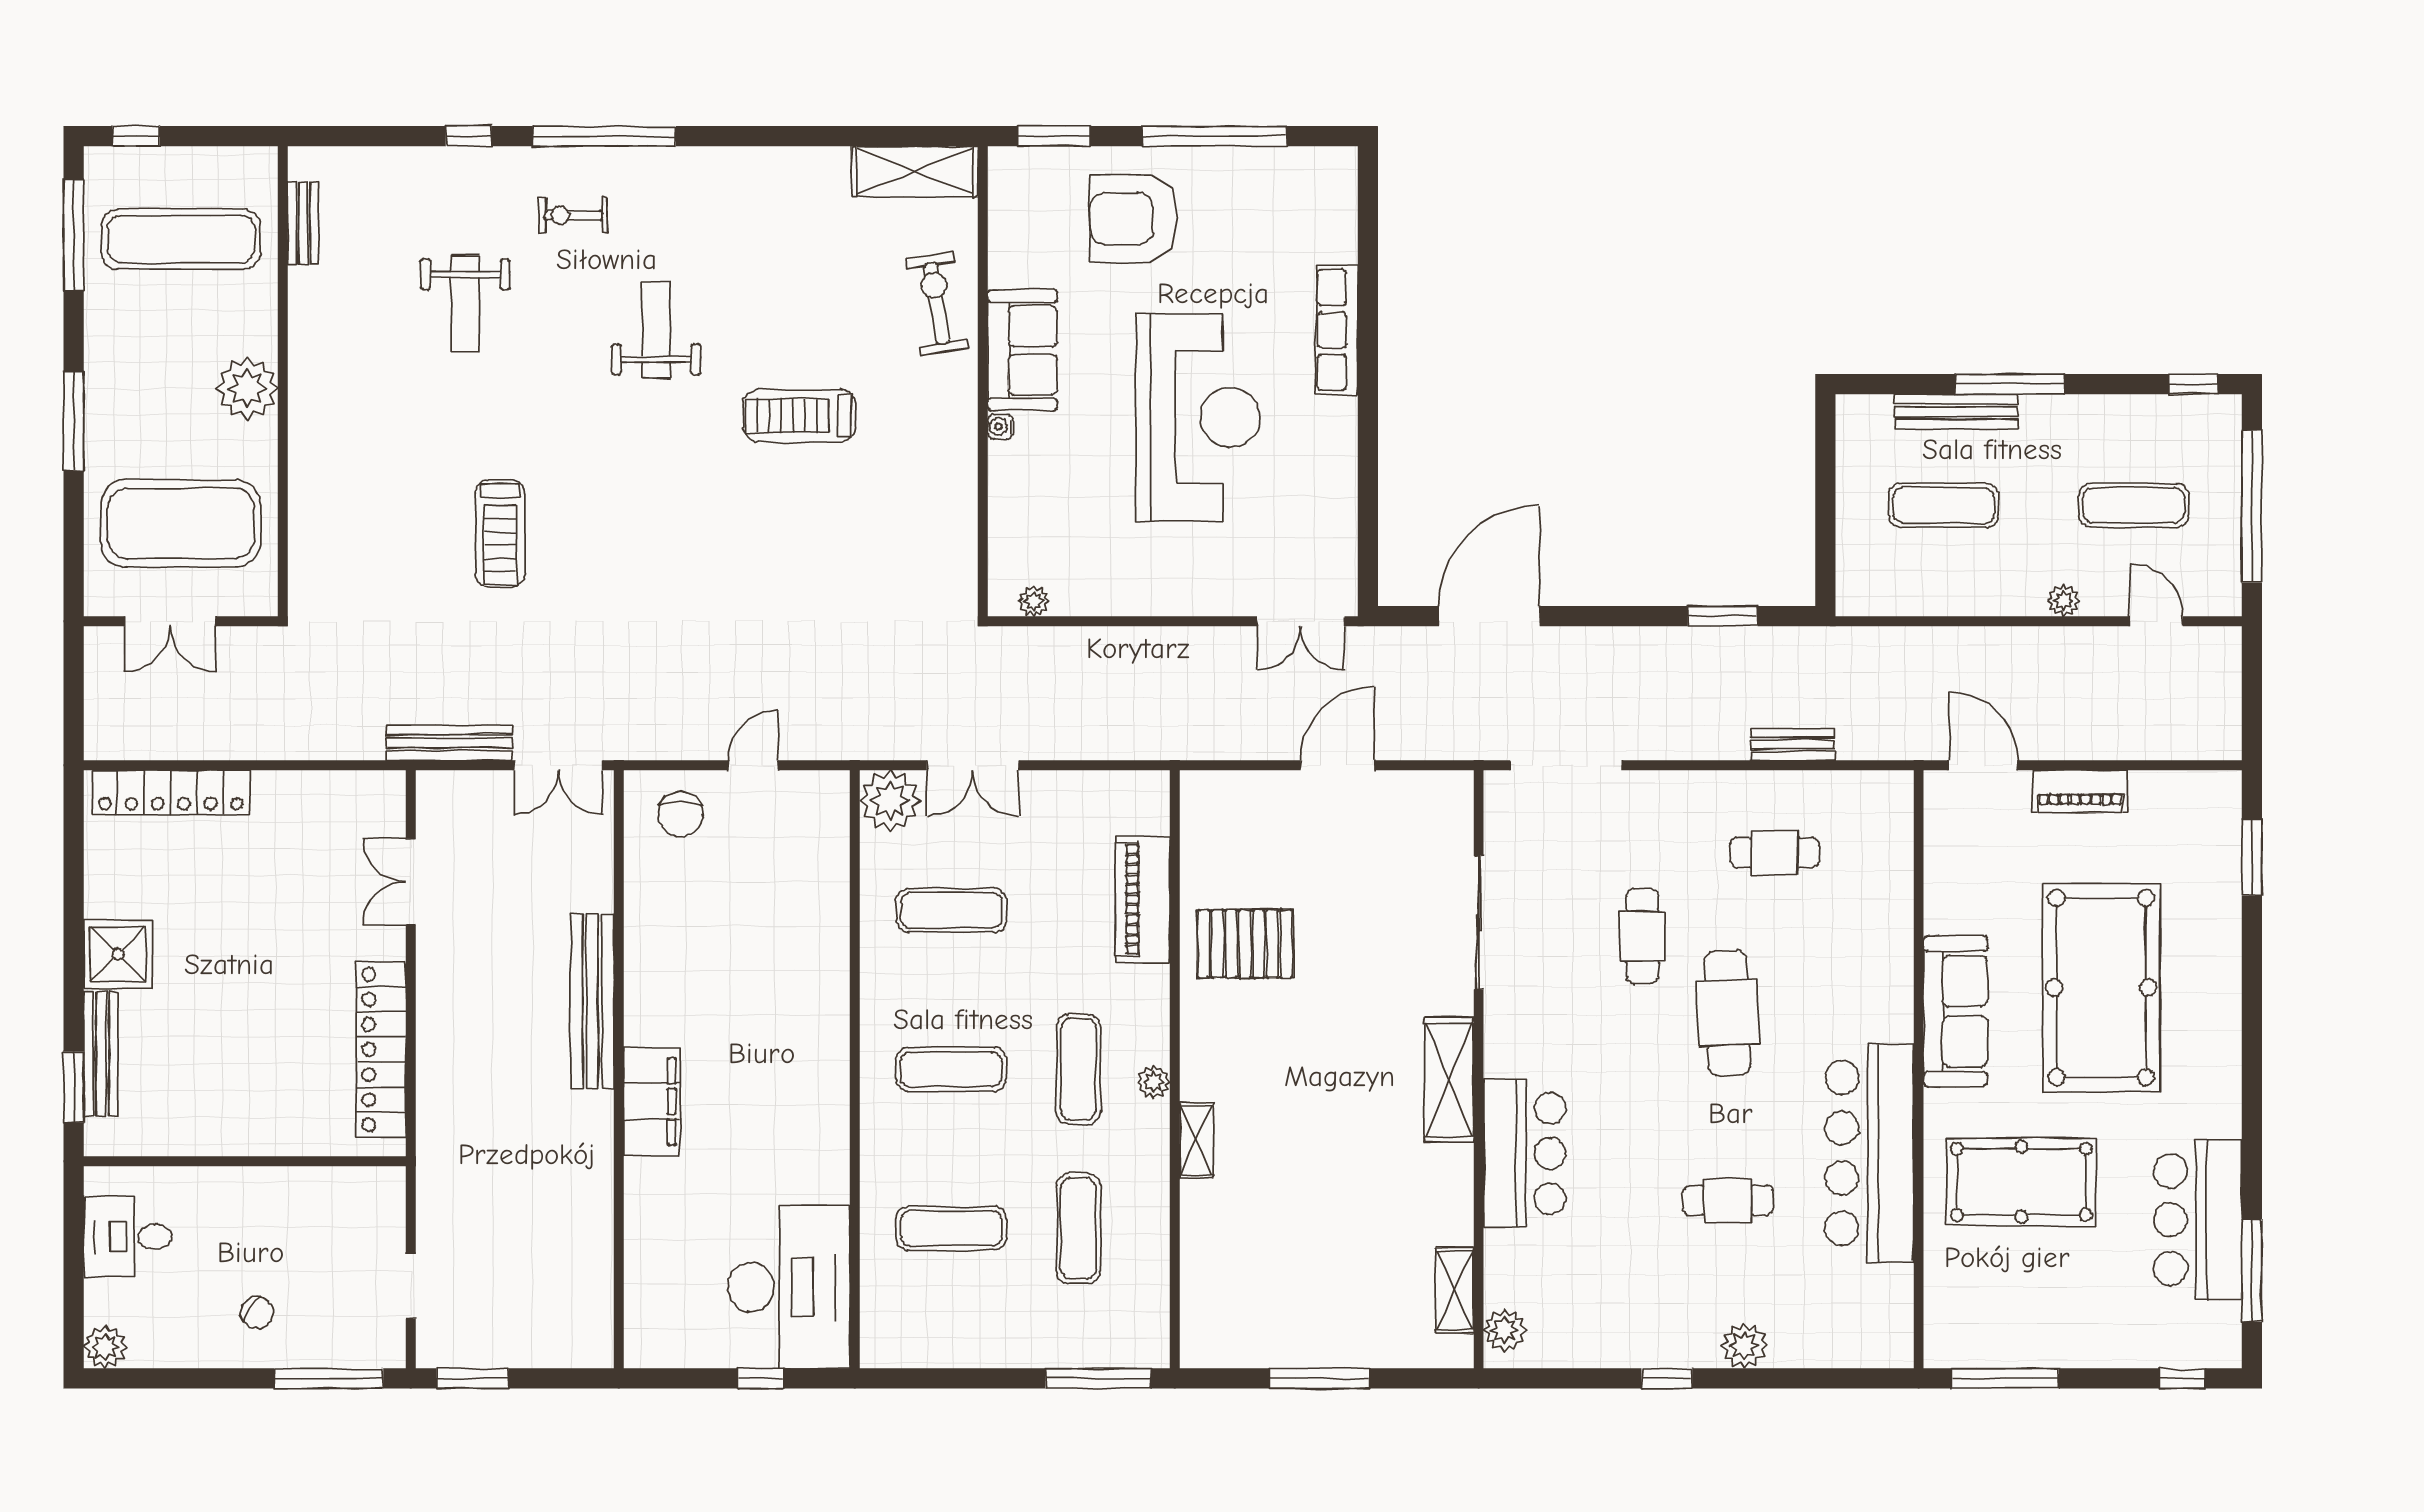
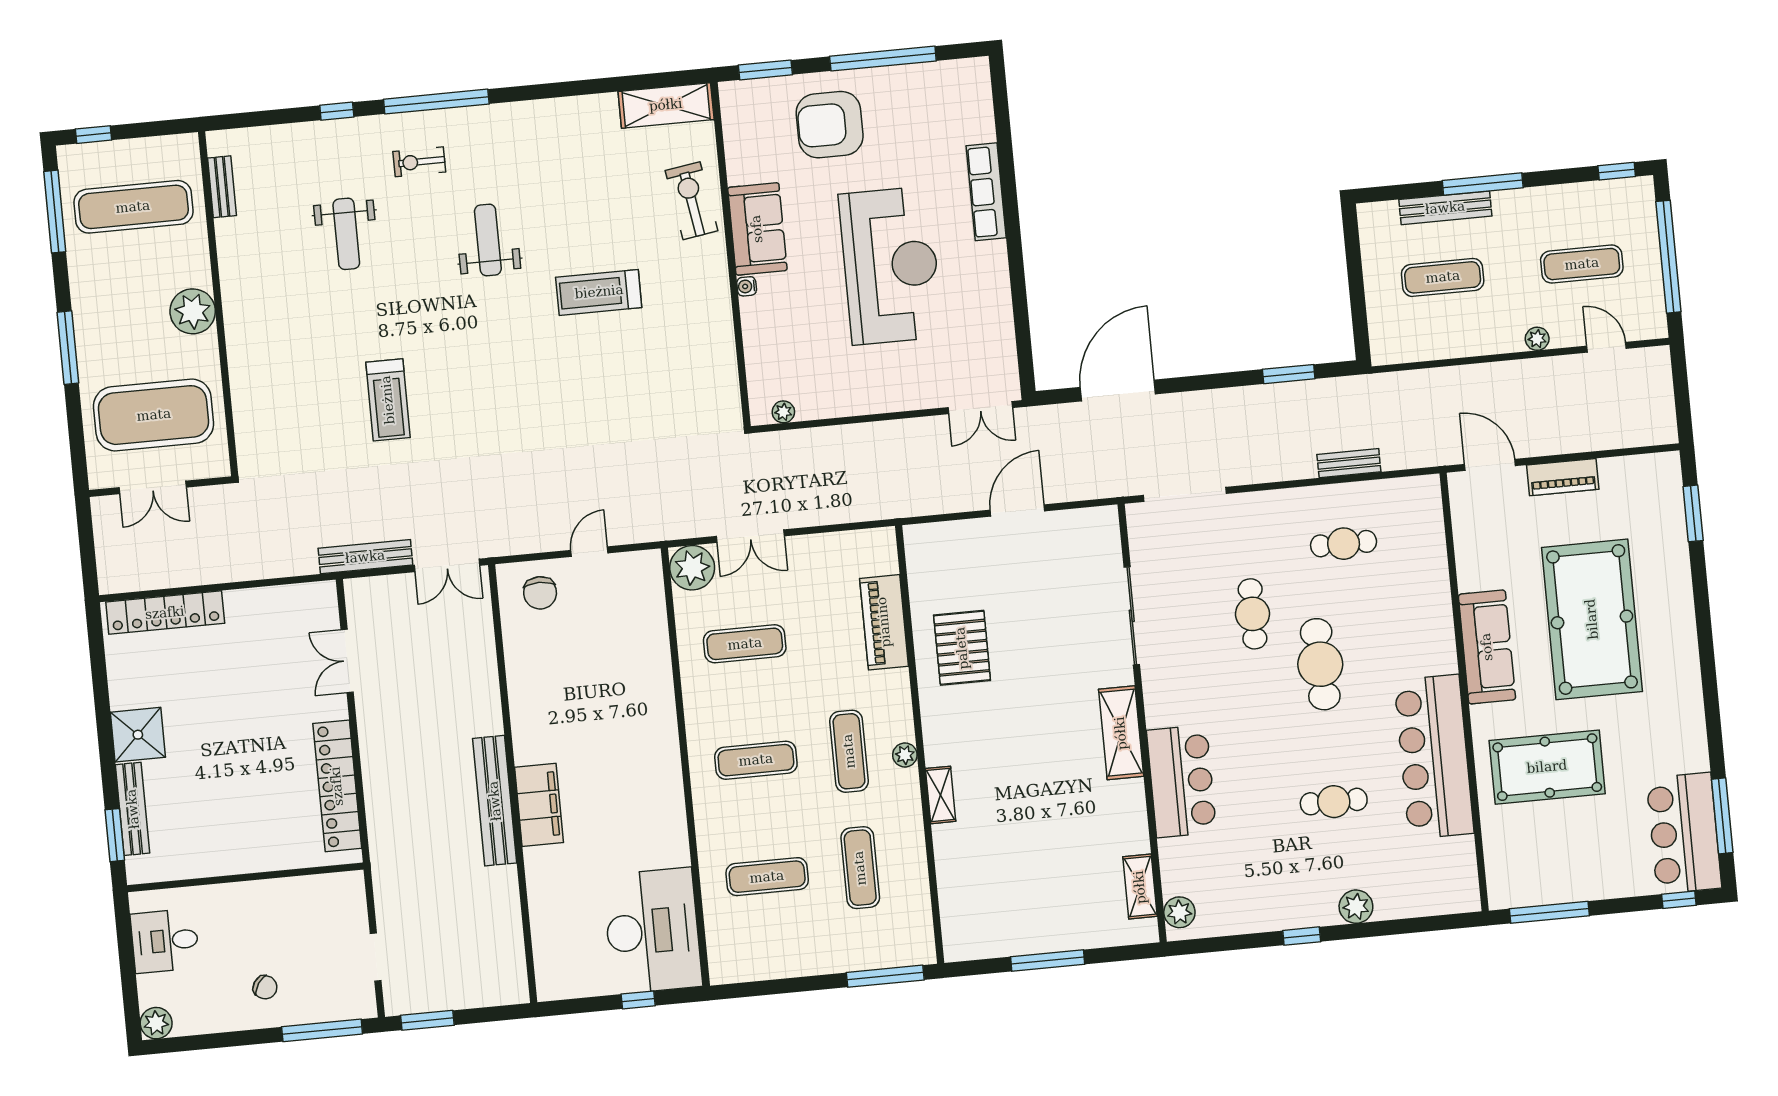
pallet: (1245, 944) -> (962, 648), turned 90
bench: (592, 1001) -> (495, 801), moved
bar counter: (2198, 1220) -> (1684, 833), moved

